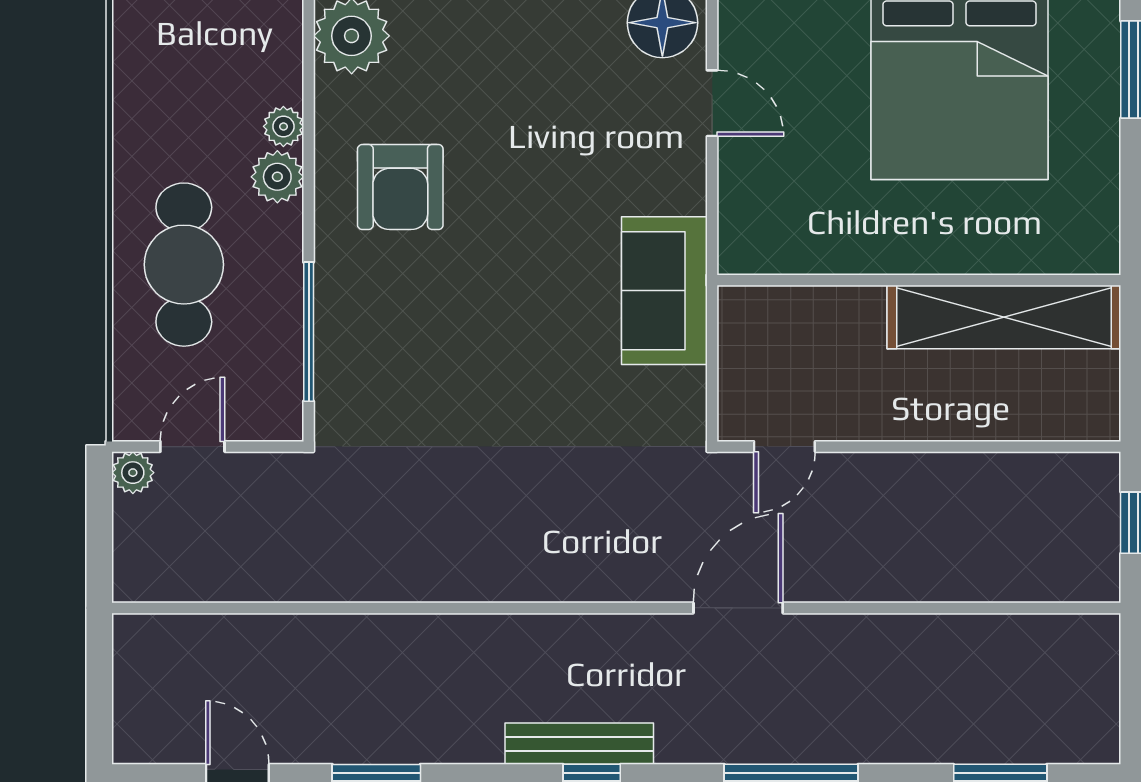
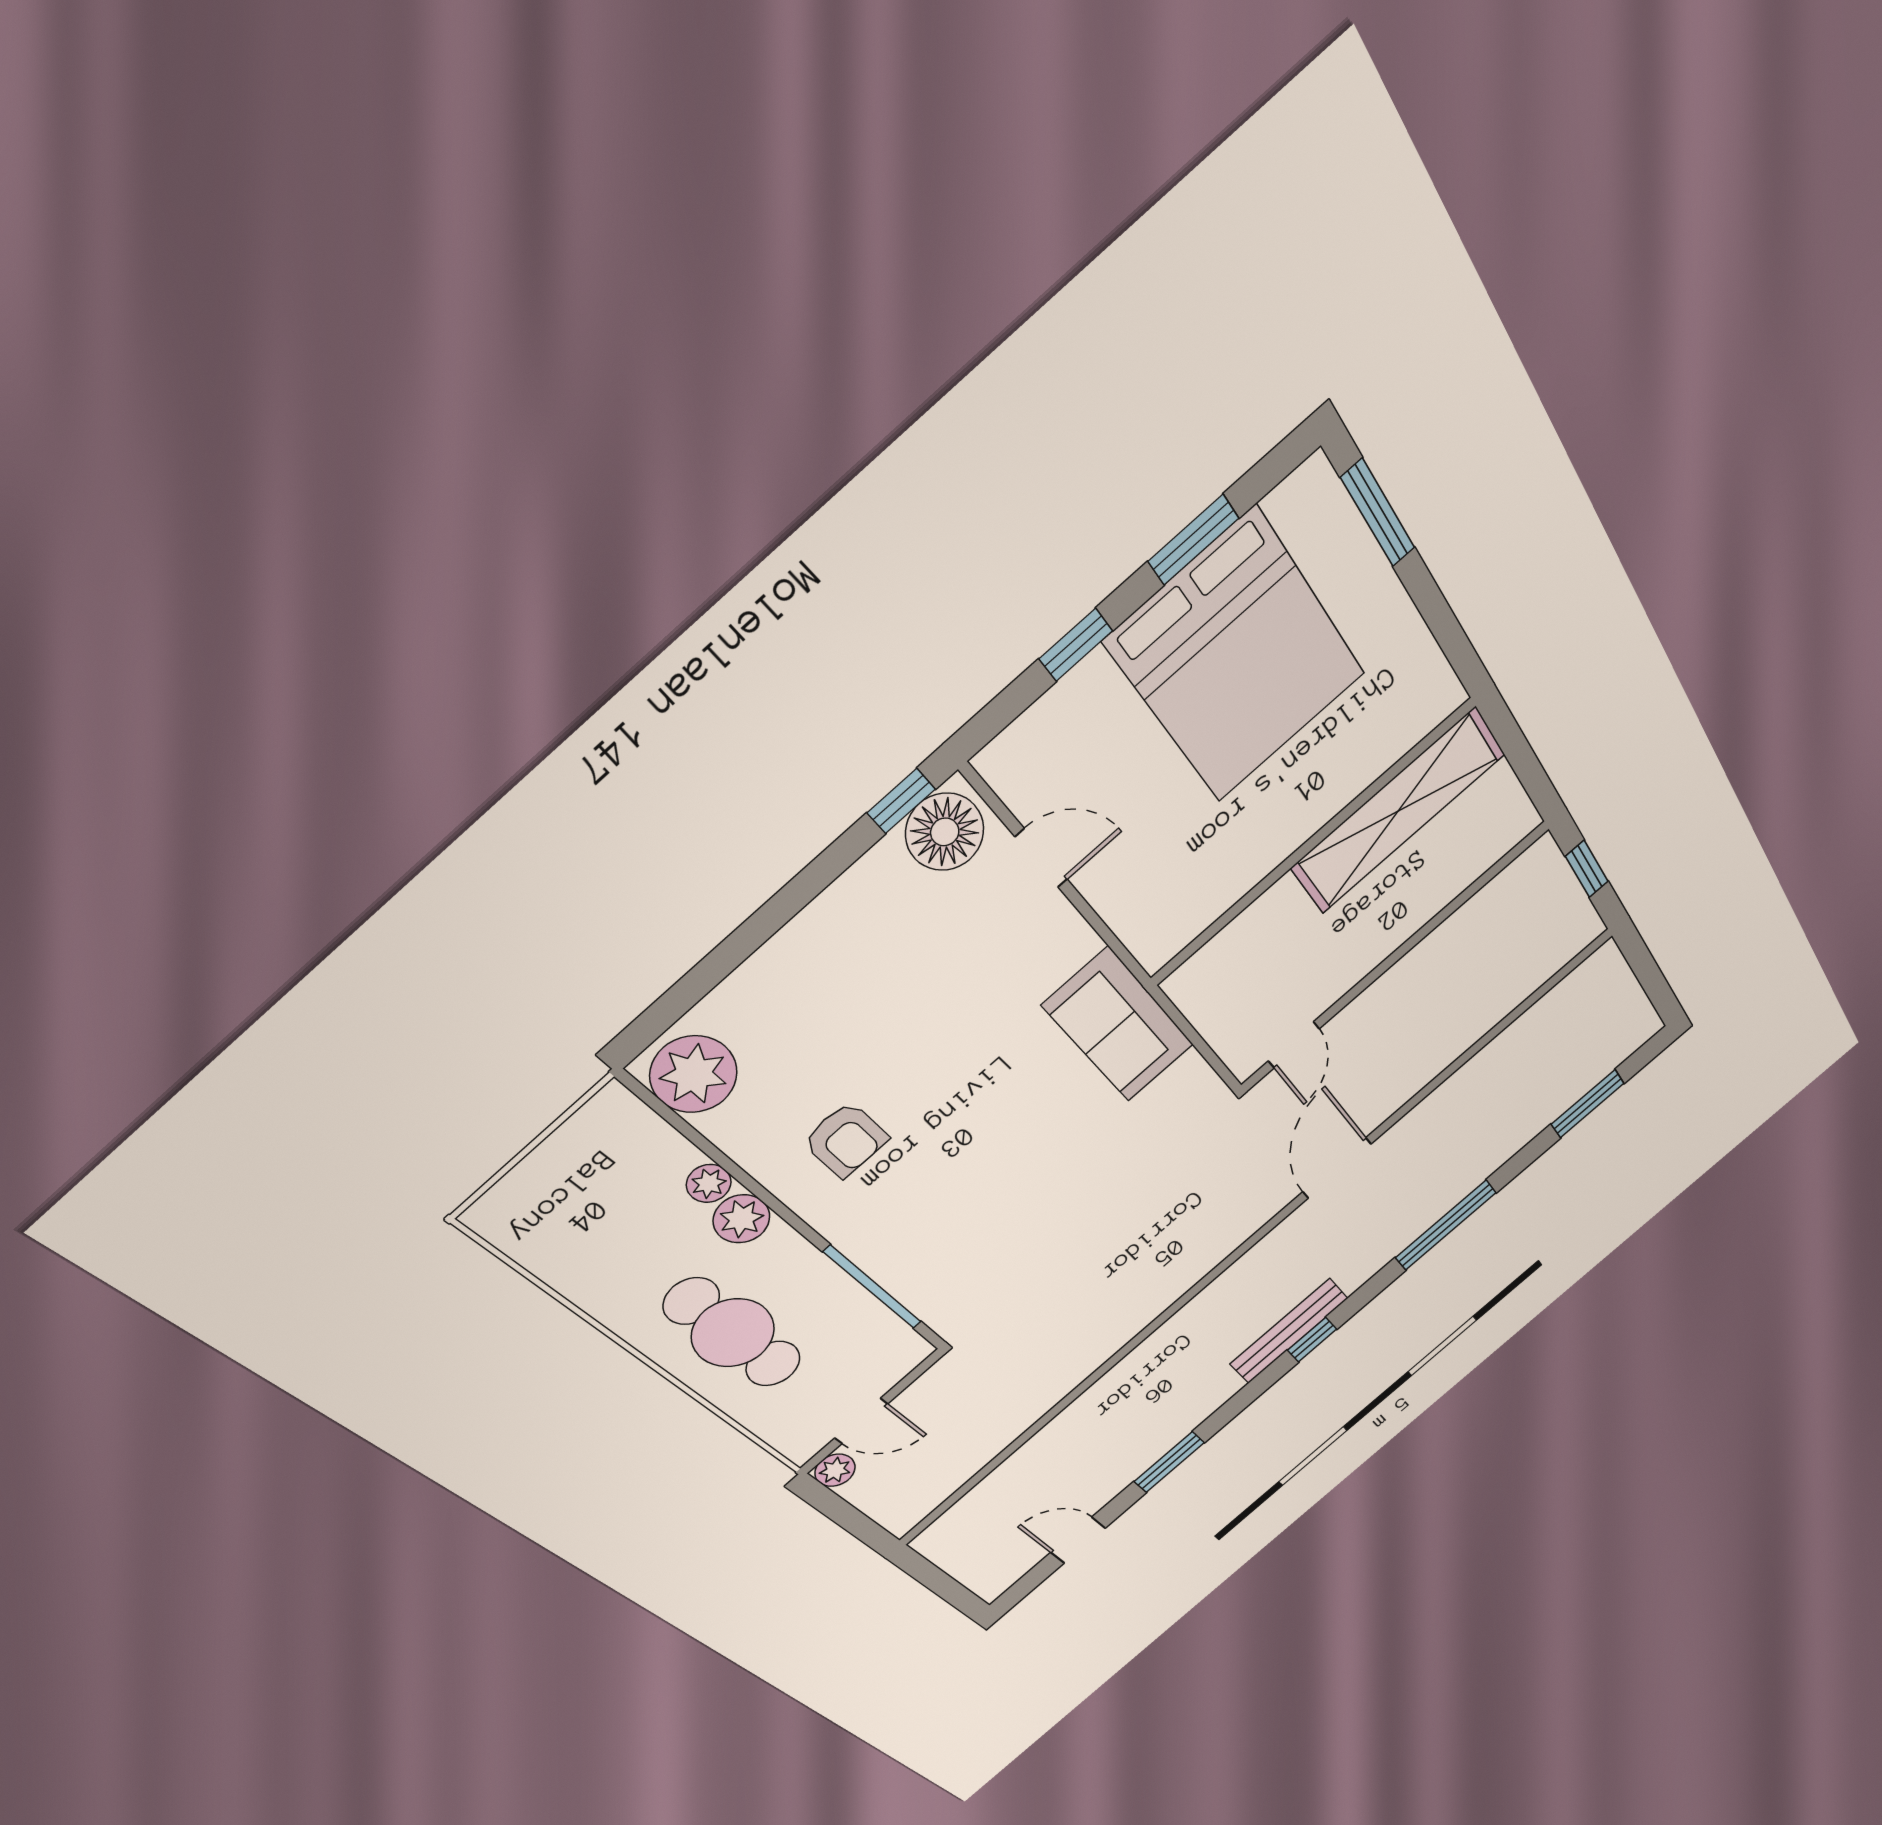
armchair: (400, 187) -> (846, 1140), width x0.72, depth x0.72
door: (192, 447) -> (861, 1421), swing flipped

